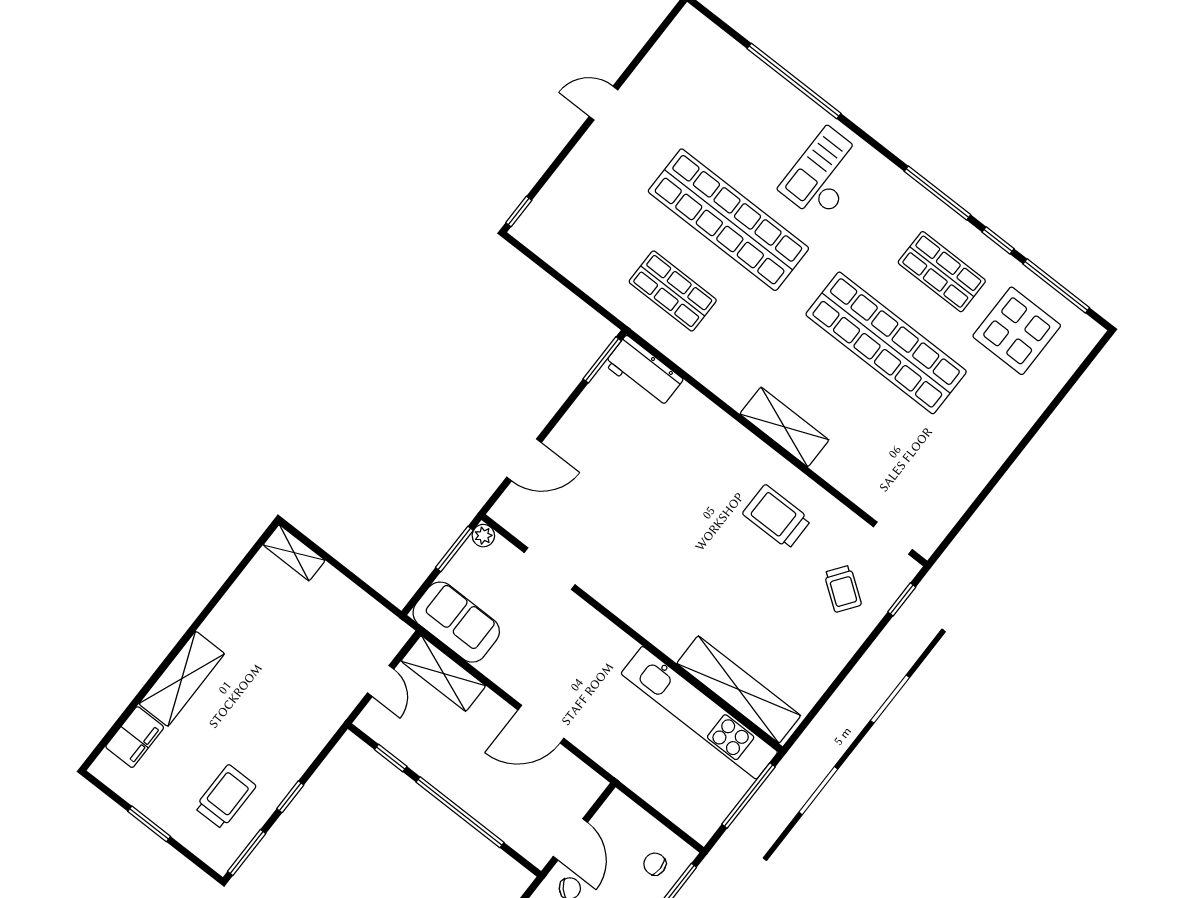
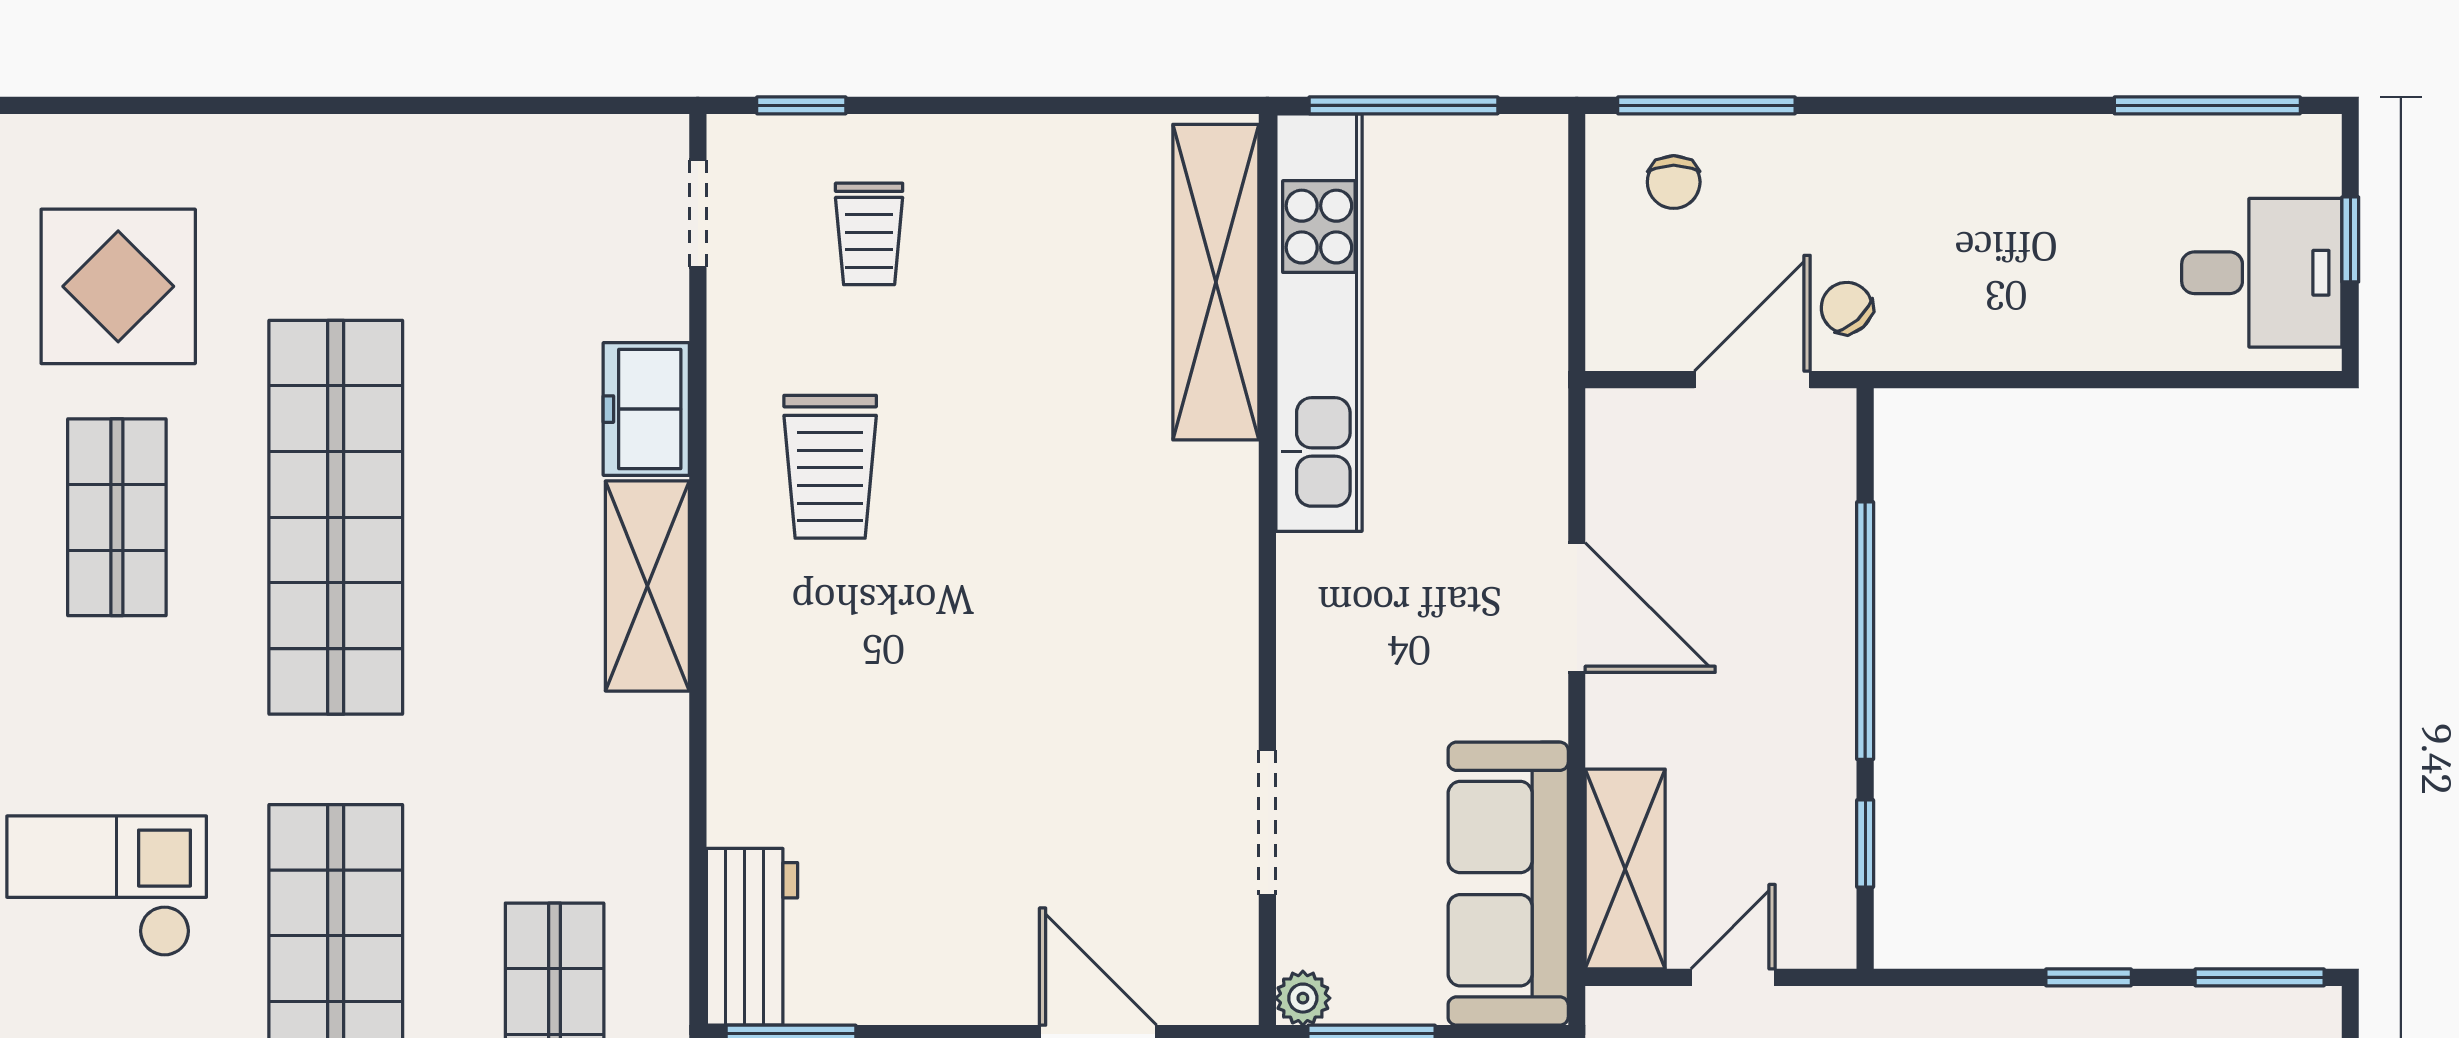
checkout: (824, 174) -> (107, 886), turned 180
freezer: (842, 472) -> (646, 409), added
trolley: (843, 589) -> (869, 234), turned 144
sofa: (456, 622) -> (1508, 884), width x1.36

